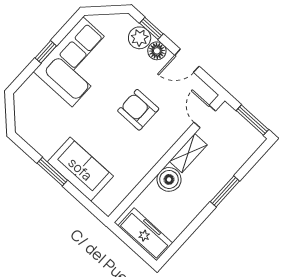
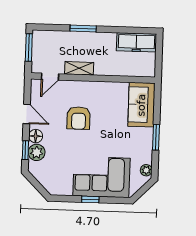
corner sofa: (77, 62) -> (102, 177), moved
plant: (27, 134) -> (146, 170), added
sofa: (80, 169) -> (141, 105), moved
boiler: (169, 179) -> (104, 66), removed
freezer: (145, 234) -> (136, 42), moved, turned -90

